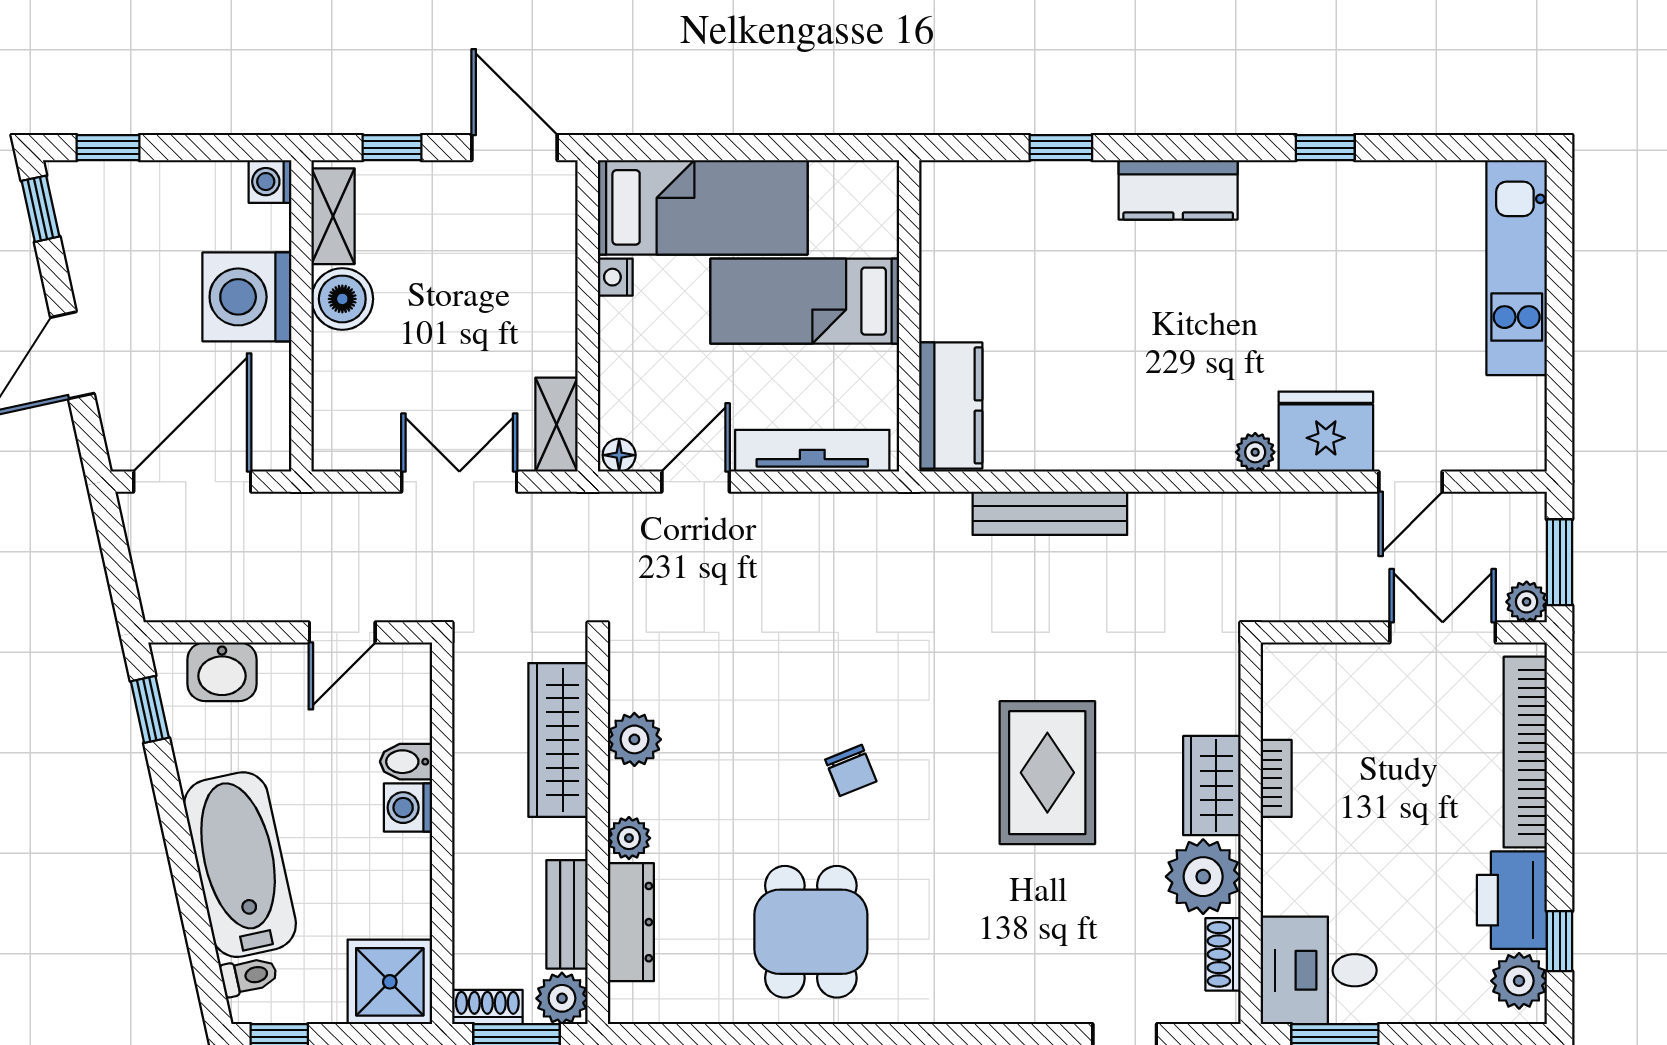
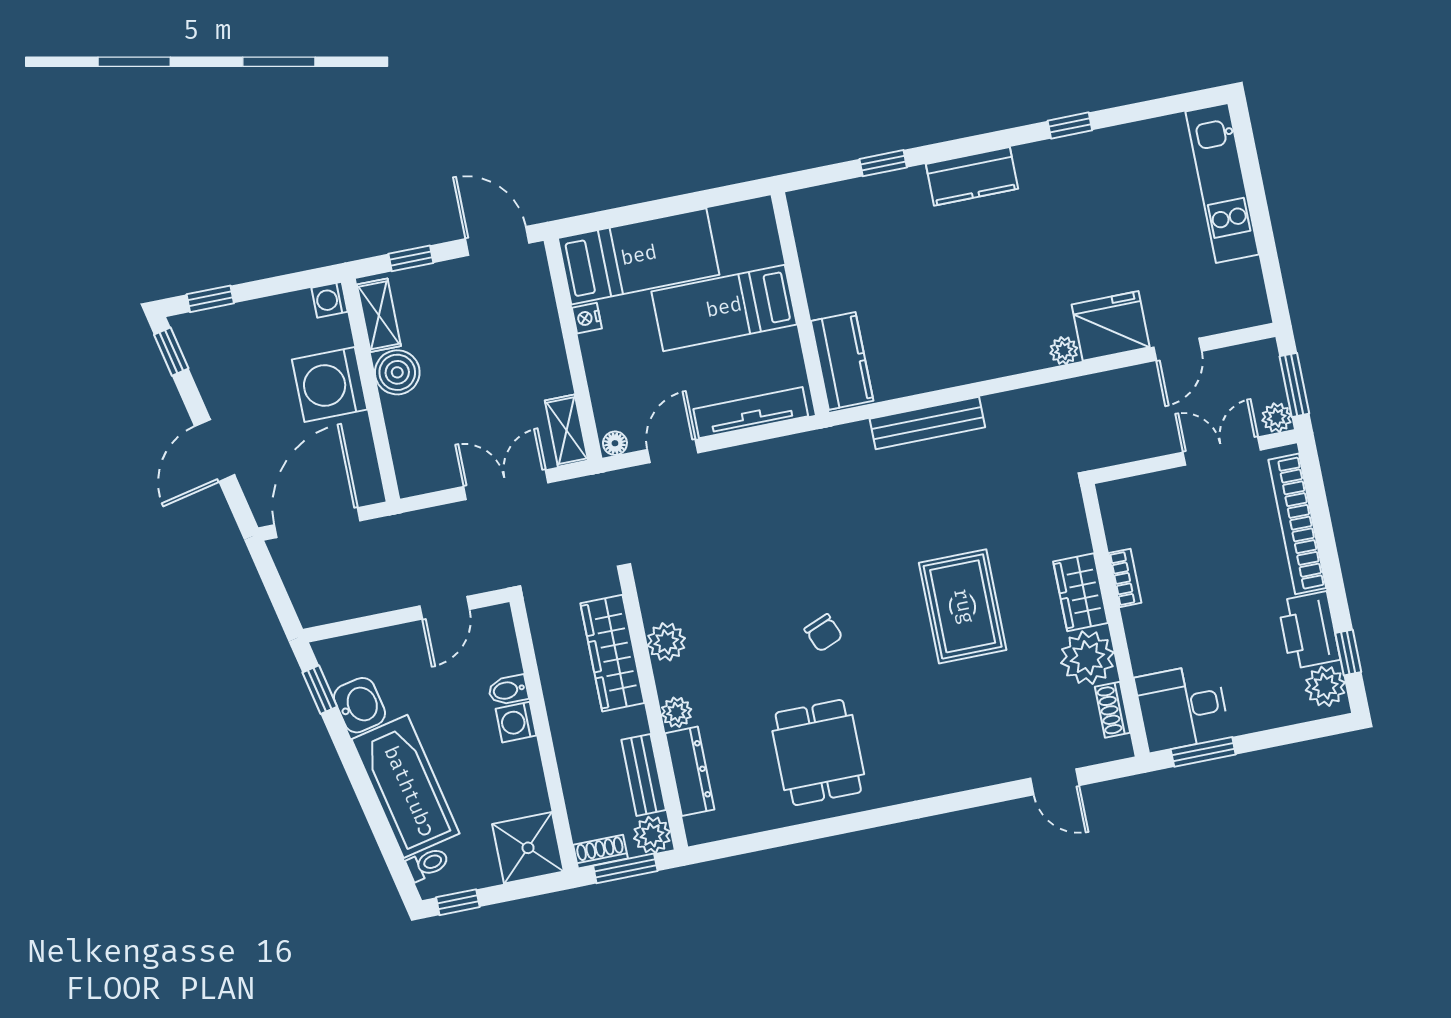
washbasin: (222, 672) -> (360, 705), moved, turned -102

